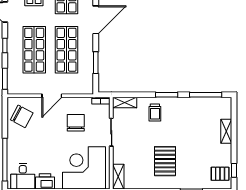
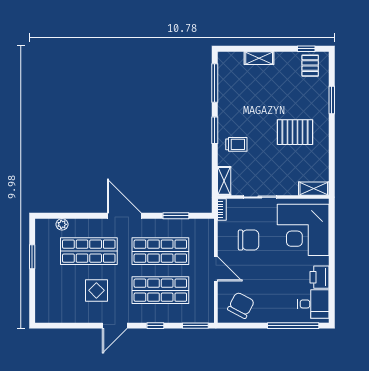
chair: (76, 123) -> (249, 240), turned 180

